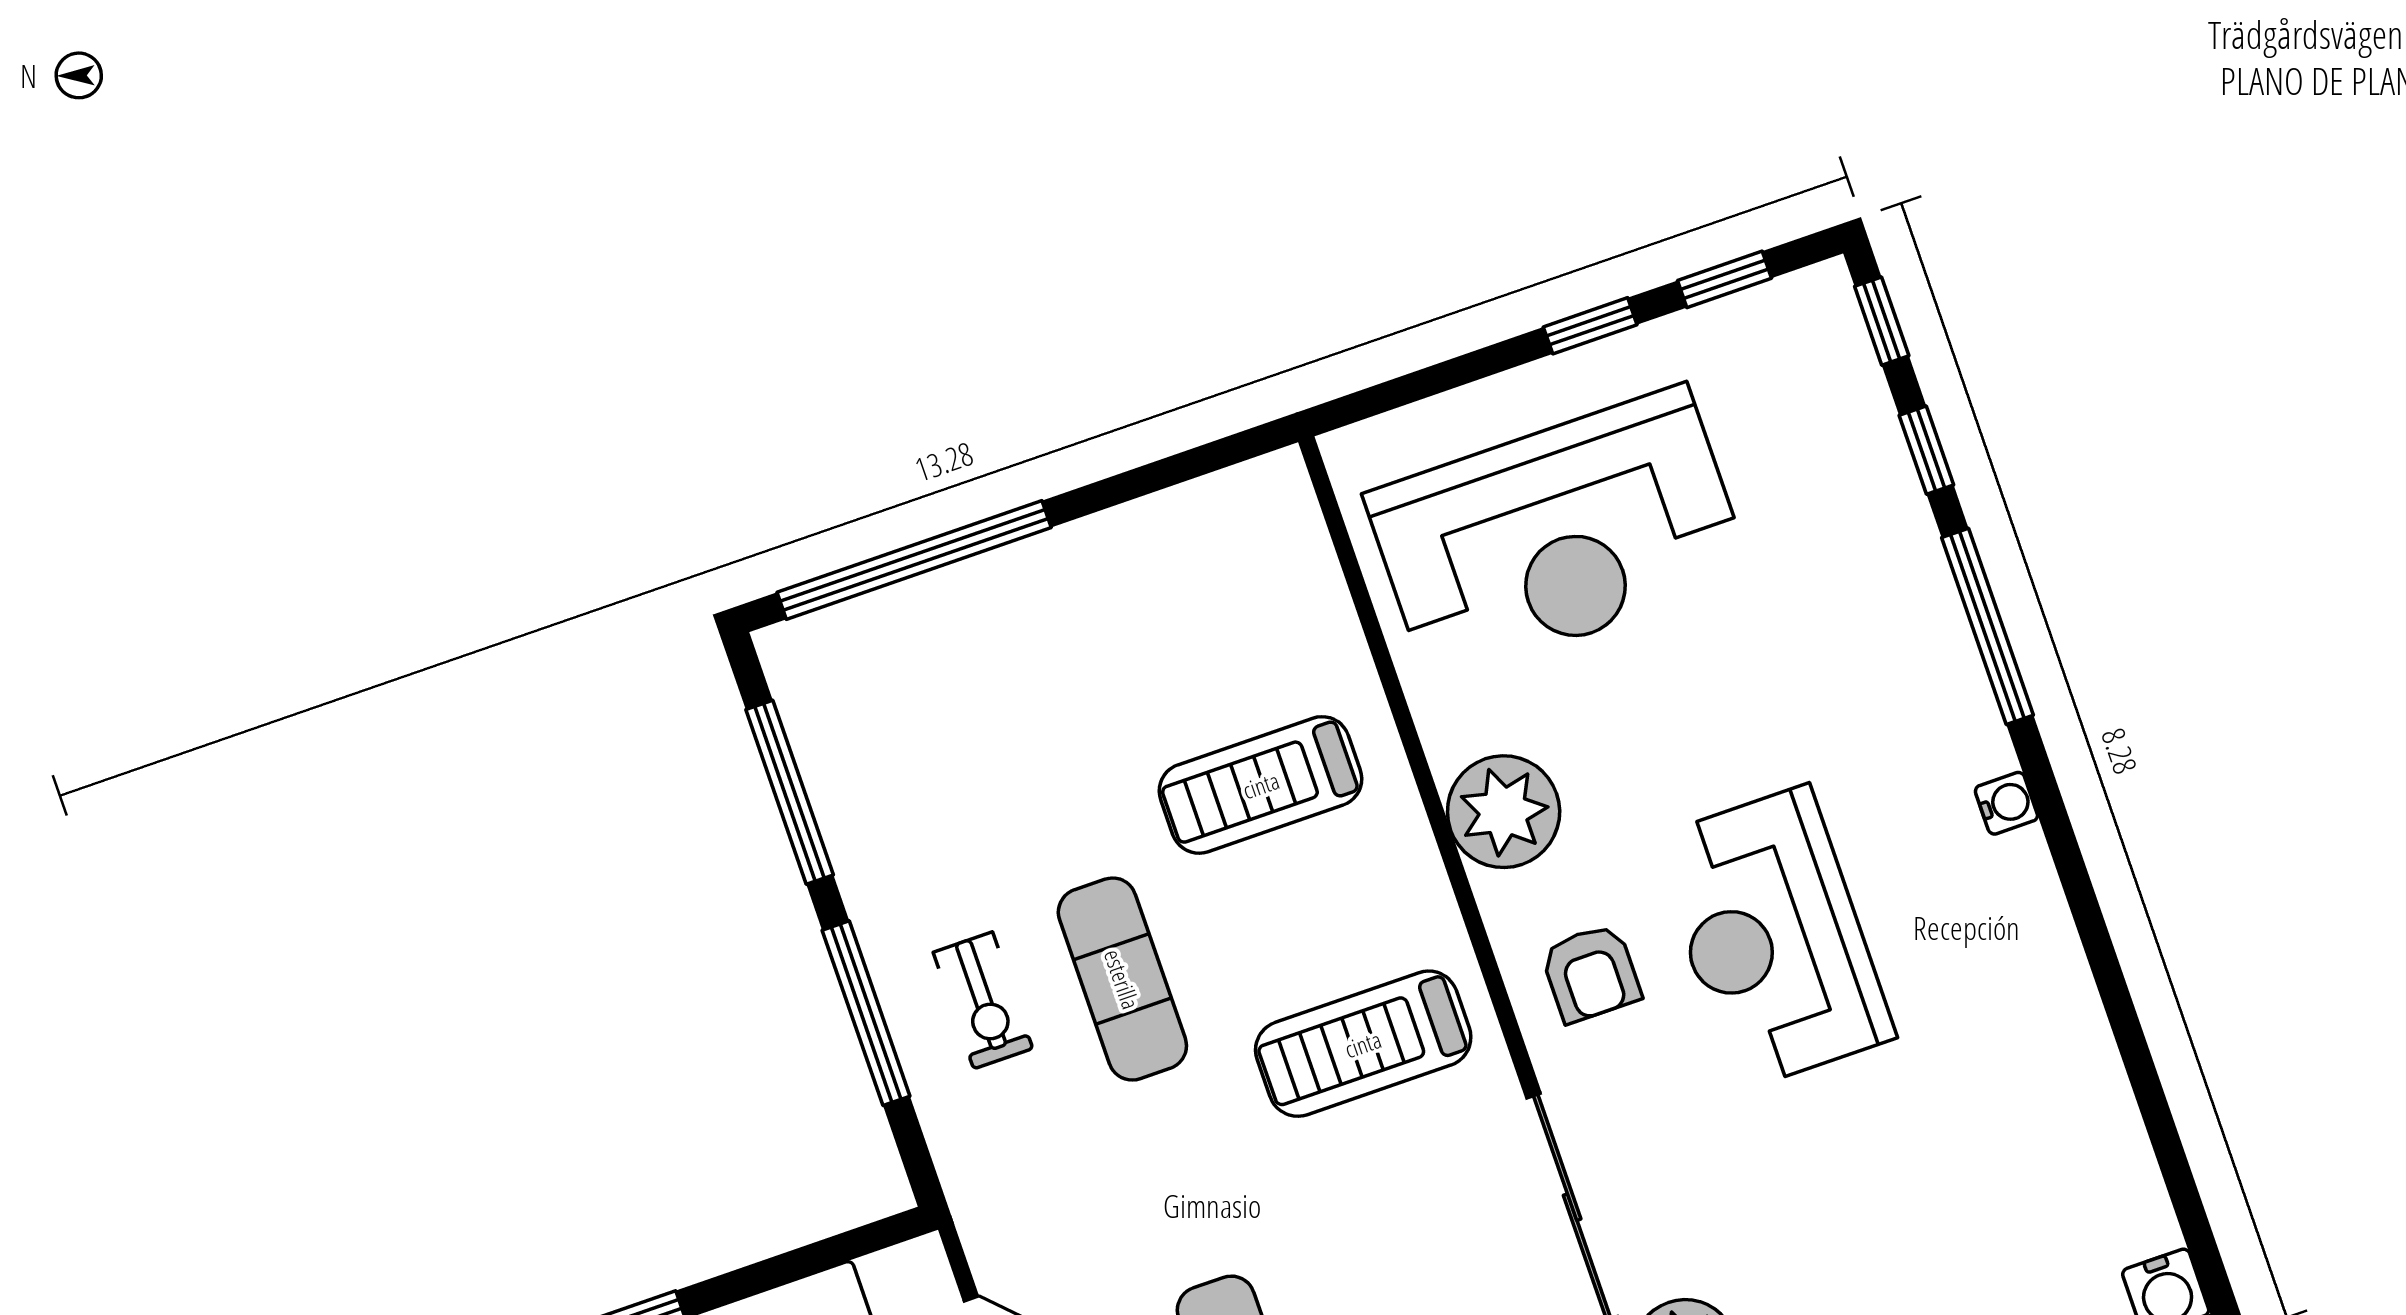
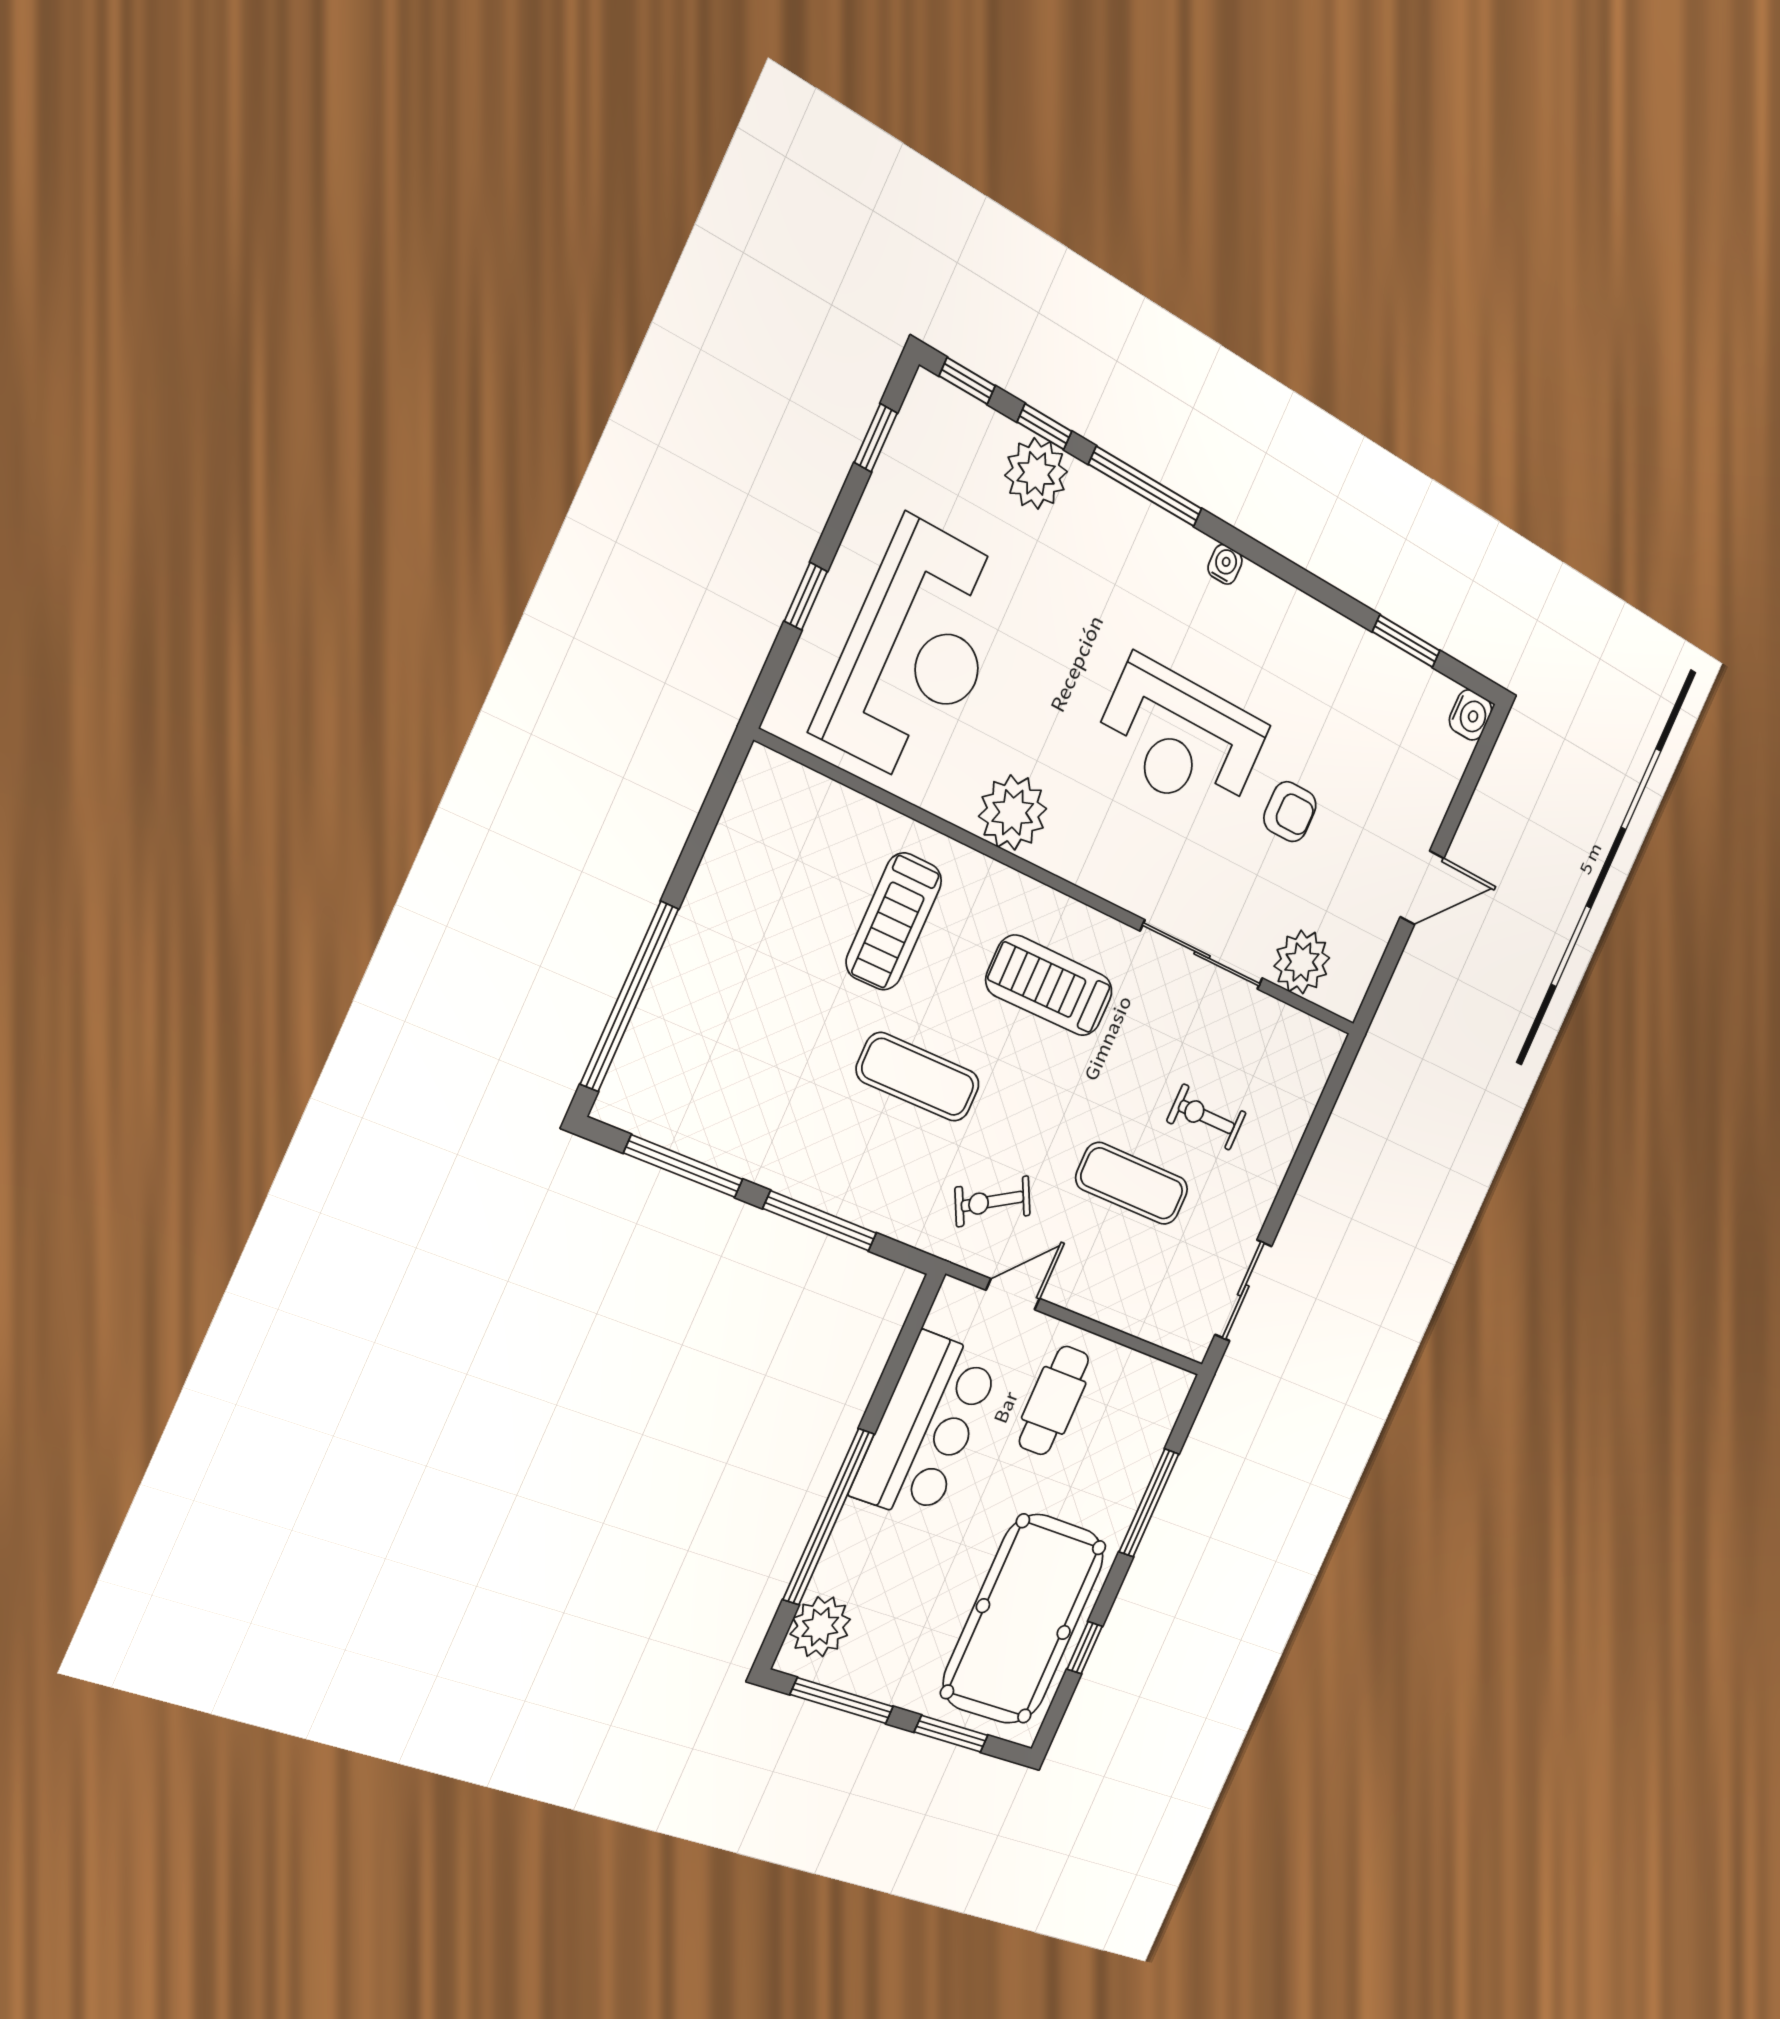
window: (1590, 326) -> (806, 596), moved
plant: (1871, 488) -> (1036, 473), added
armchair: (1591, 973) -> (1290, 812), moved
exercise bike: (983, 1000) -> (993, 1201), moved, turned 151
treadmill: (1363, 1044) -> (1049, 986), turned 90
window: (2158, 1119) -> (1406, 641), added

